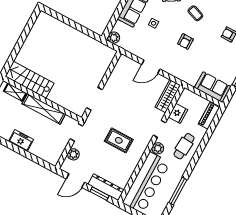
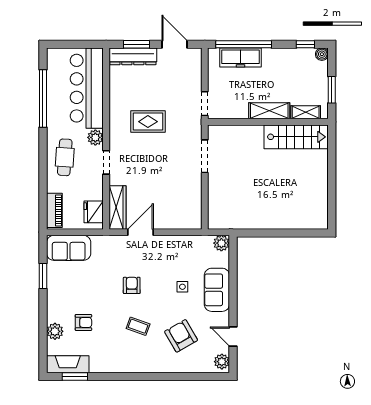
door: (151, 67) -> (141, 232), moved
shelving: (44, 109) -> (269, 111), width x0.68
fridge: (178, 113) -> (94, 212), moved
freezer: (21, 140) -> (241, 57), moved, width x1.40
plant: (73, 154) -> (194, 75), removed
window: (31, 157) -> (244, 44), added
door: (75, 181) -> (174, 44), hinge flipped
window: (178, 191) -> (43, 99), width x1.46

